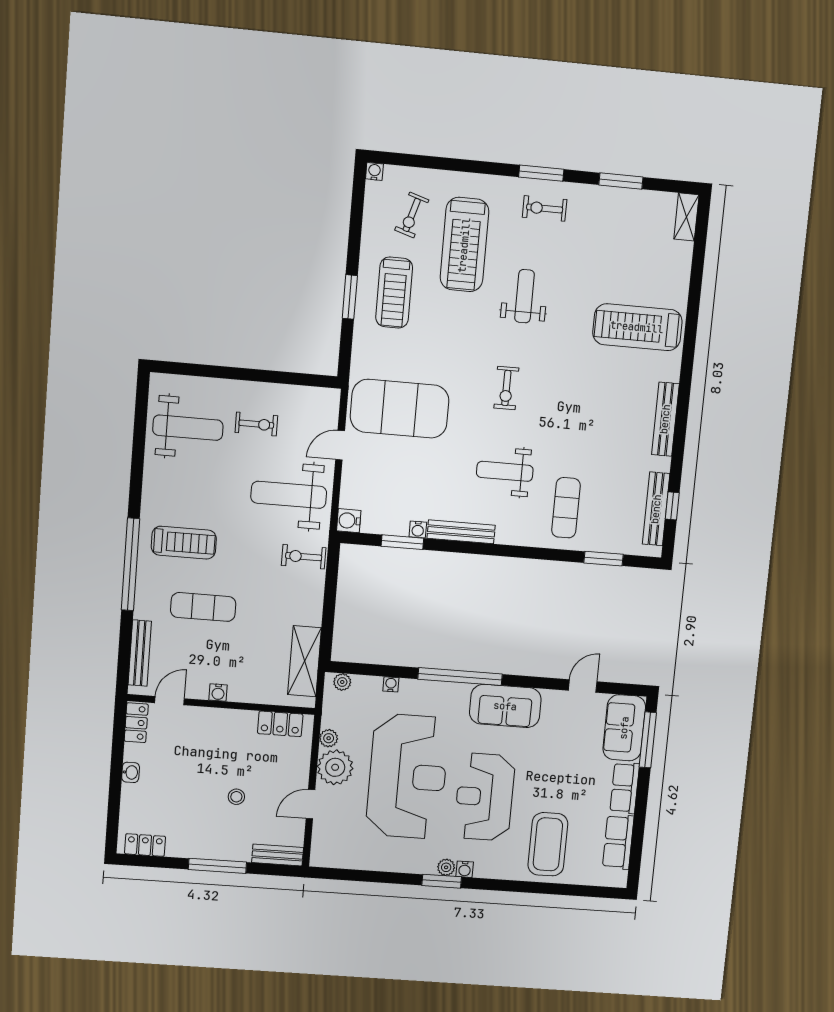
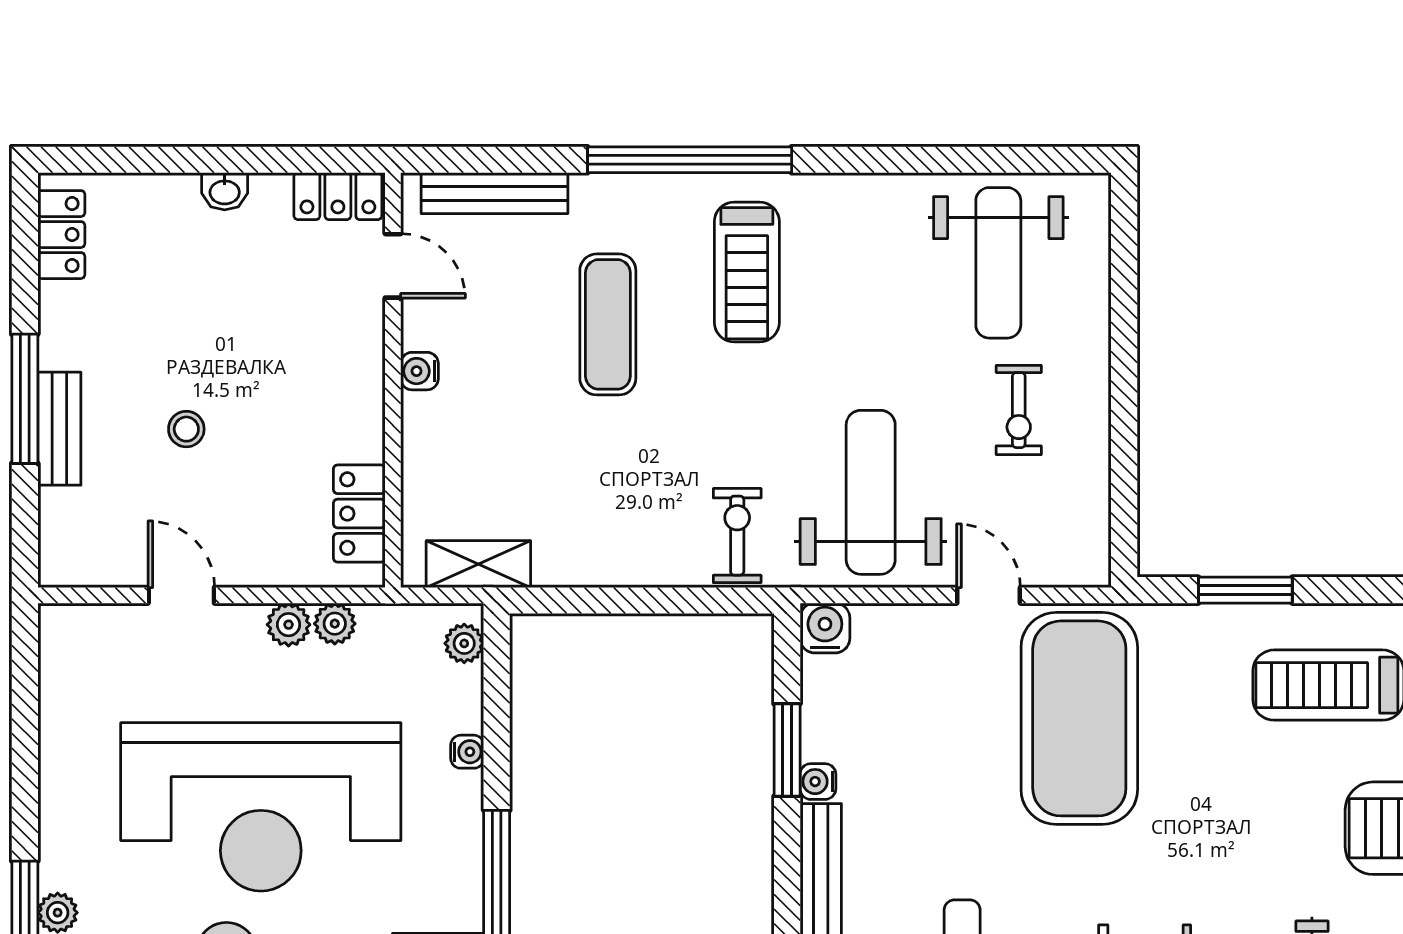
window: (350, 297) -> (1245, 590), moved
shelving: (305, 661) -> (478, 564), width x0.67, depth x0.75
plant: (335, 767) -> (289, 625), width x0.53, depth x0.53
bench: (278, 855) -> (59, 429), moved

